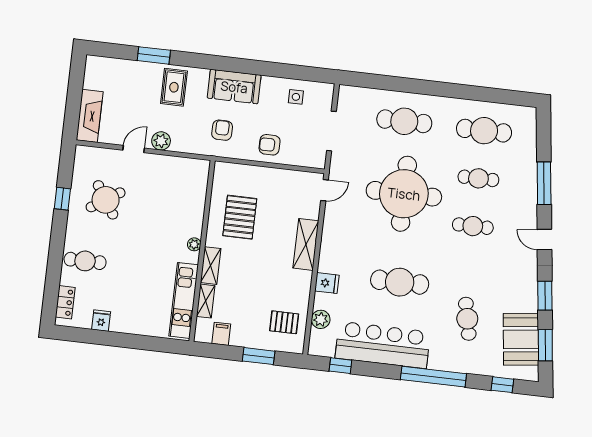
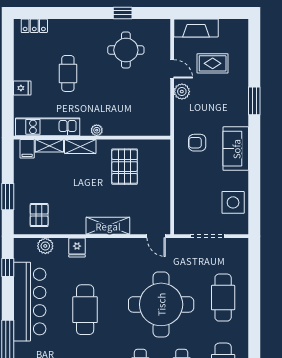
window: (154, 55) -> (254, 101), moved
rug: (174, 87) -> (213, 63), moved
side table: (296, 97) -> (233, 202), width x1.87, depth x1.87
armchair: (222, 130) -> (197, 143), turned 180
armchair: (270, 145) -> (189, 185), removed
round table: (106, 200) -> (126, 50), turned 33
pallet: (240, 217) -> (125, 167), turned 90
cafe table: (85, 261) -> (68, 73), moved
fridge: (101, 321) -> (22, 88), moved
filing cabinet: (221, 334) -> (27, 149), moved, turned 90

